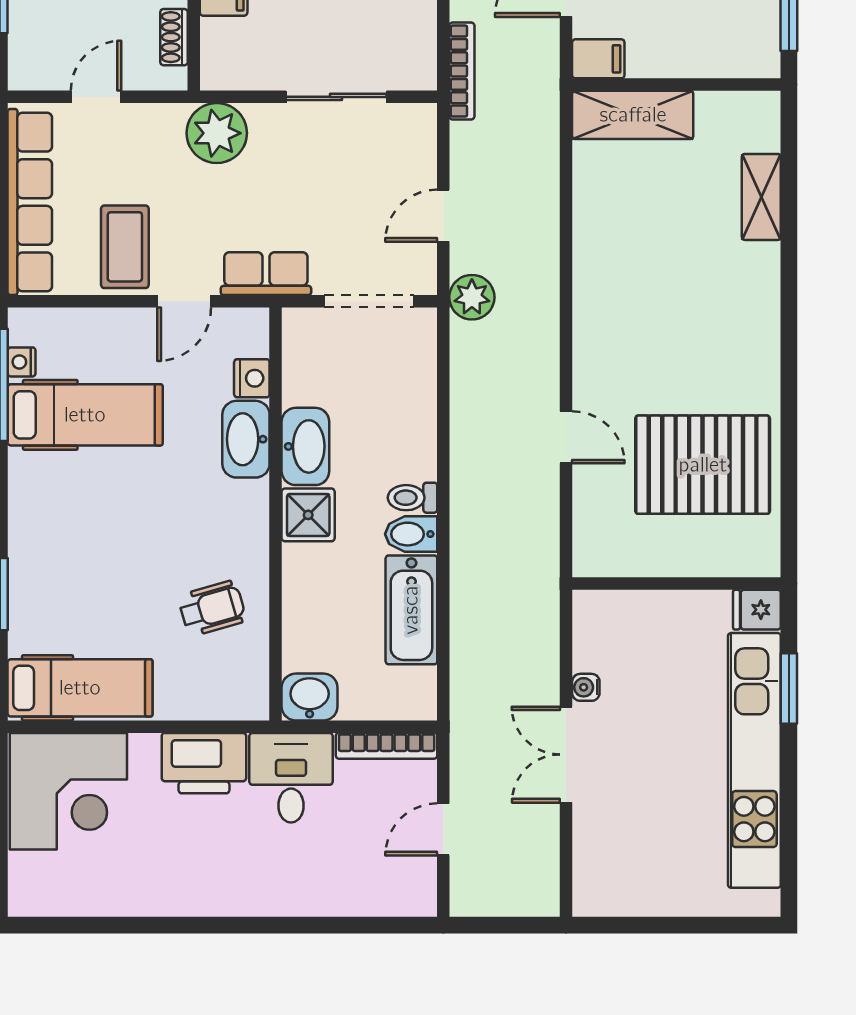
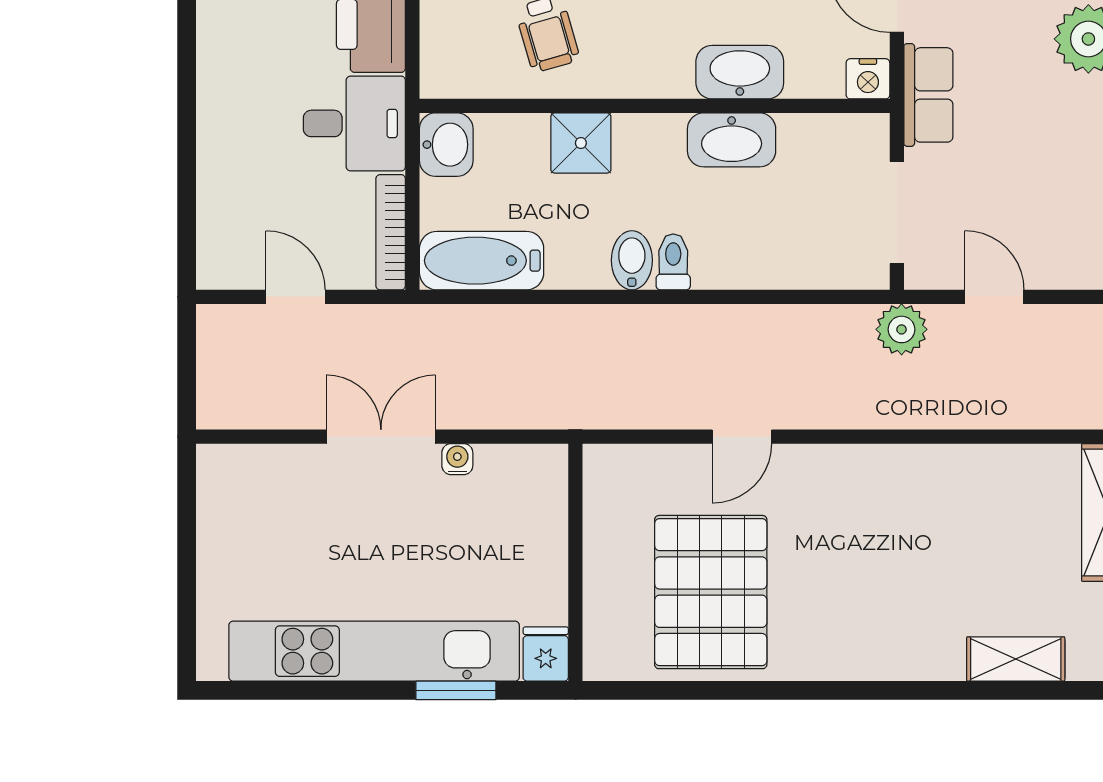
nightstand: (252, 378) -> (868, 79), moved
shower: (308, 515) -> (581, 143), moved
bathtub: (411, 610) -> (482, 261), moved

